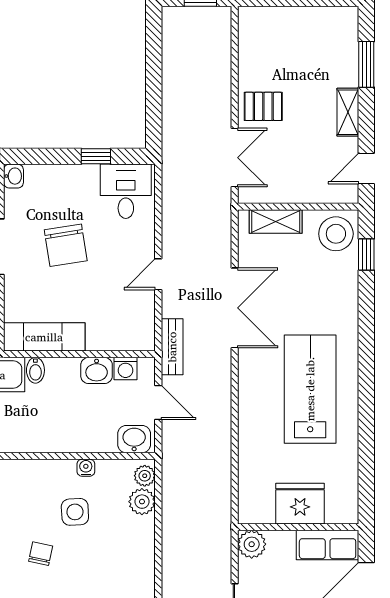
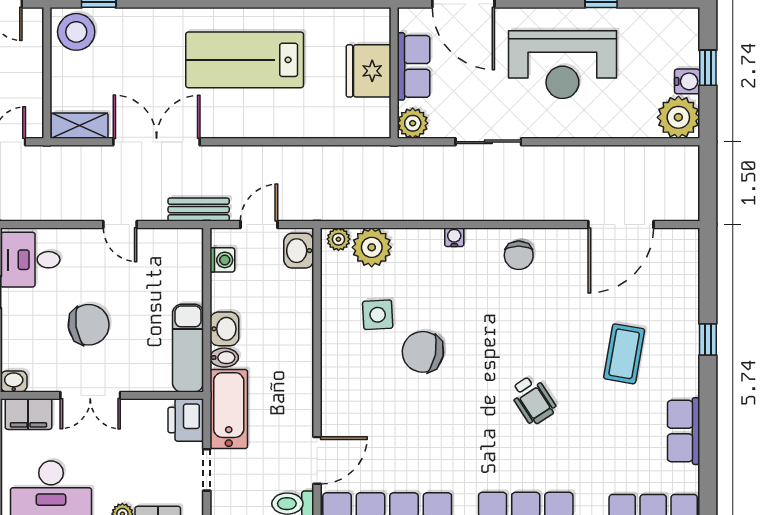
shelving: (276, 222) -> (80, 126), moved, turned 90
washbasin: (97, 370) -> (224, 329), moved
water cooler: (86, 468) -> (454, 237), moved, turned 90
plant: (142, 502) -> (372, 247), width x1.36, depth x1.36
row of seats: (328, 545) -> (414, 66), moved
chair: (41, 554) -> (423, 352), width x1.87, depth x1.87

